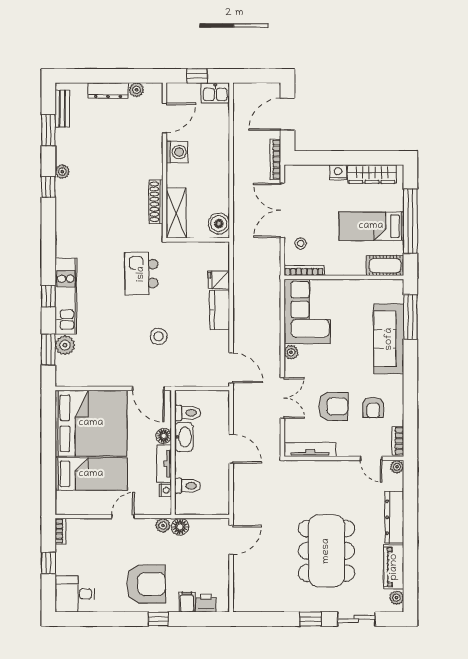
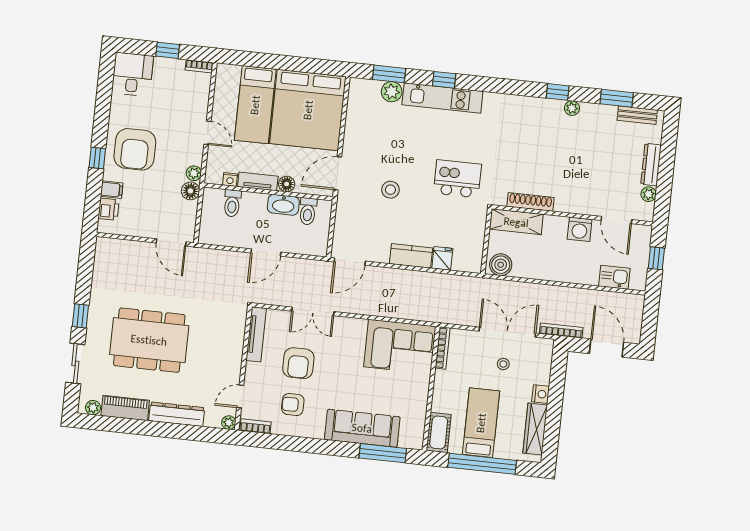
kitchen sink: (215, 93) -> (614, 277), moved, turned 90
stool: (301, 244) -> (503, 364), moved
plant: (291, 352) -> (359, 325), removed

